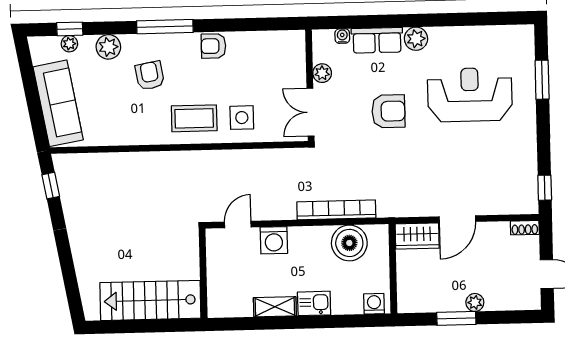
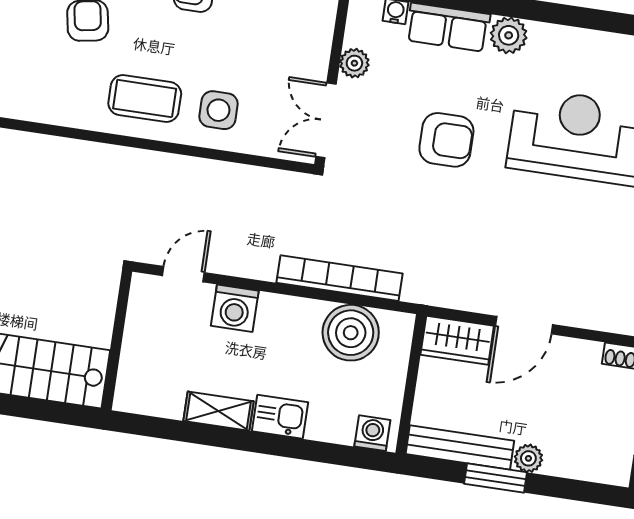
bench: (431, 303) -> (460, 447), added

